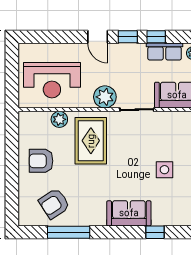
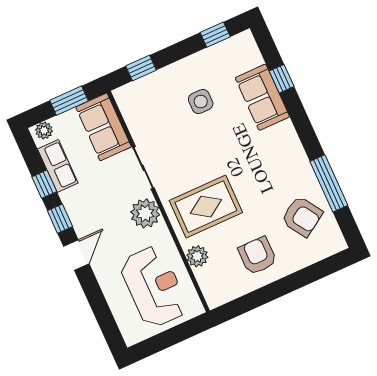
armchair: (41, 161) -> (257, 256), turned 180
sofa: (129, 213) -> (262, 97), moved

